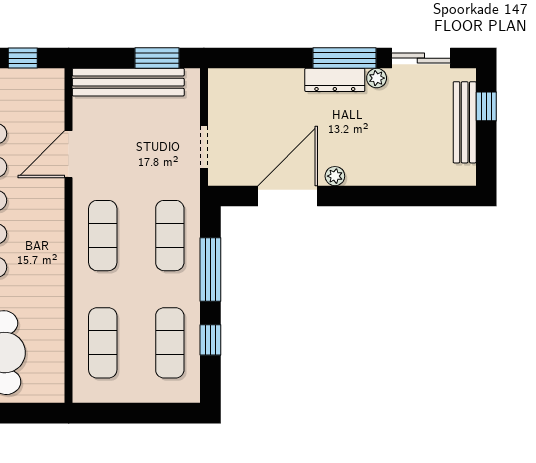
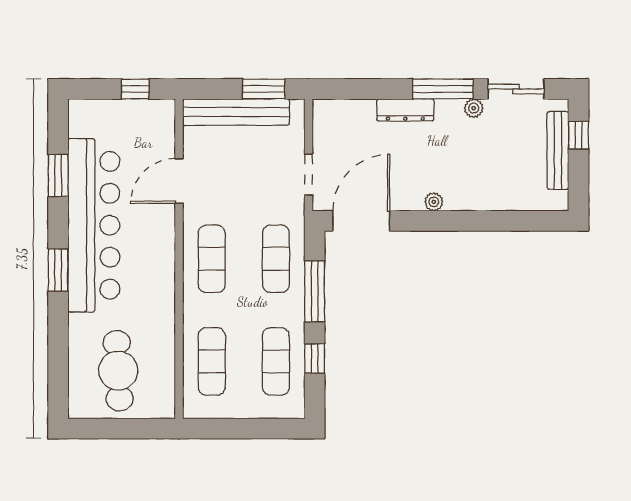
dresser: (335, 80) -> (405, 110), moved
door: (288, 196) -> (361, 221), moved

